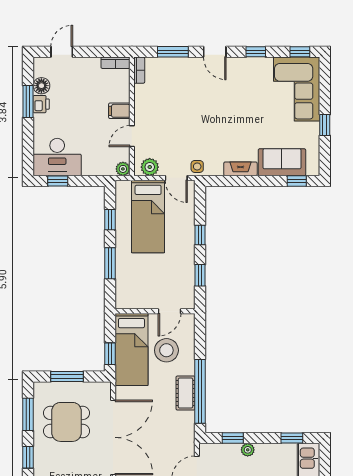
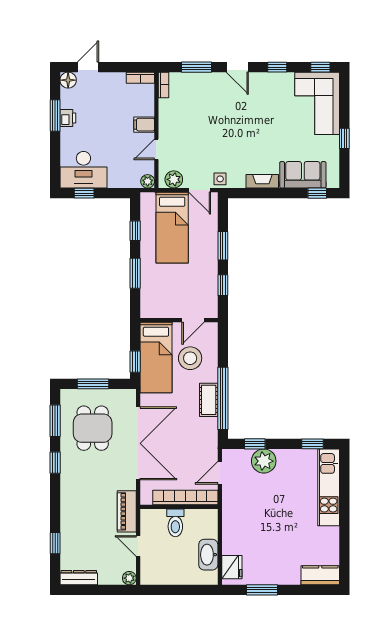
floor lamp: (41, 86) -> (68, 80), moved
window: (200, 235) -> (223, 246), width x1.50
dining table: (67, 422) -> (93, 428), turned 90
plant: (248, 450) -> (264, 461), width x1.88, depth x1.88

